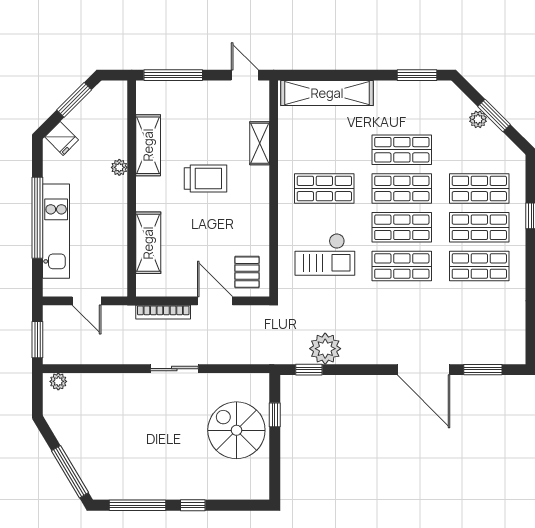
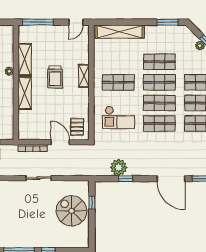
door: (245, 75) -> (76, 22), swing flipped
shelving: (260, 143) -> (84, 76), moved
trolley: (205, 178) -> (55, 77), turned 90
shelving: (148, 243) -> (25, 93), moved
window: (309, 370) -> (126, 179), moved

